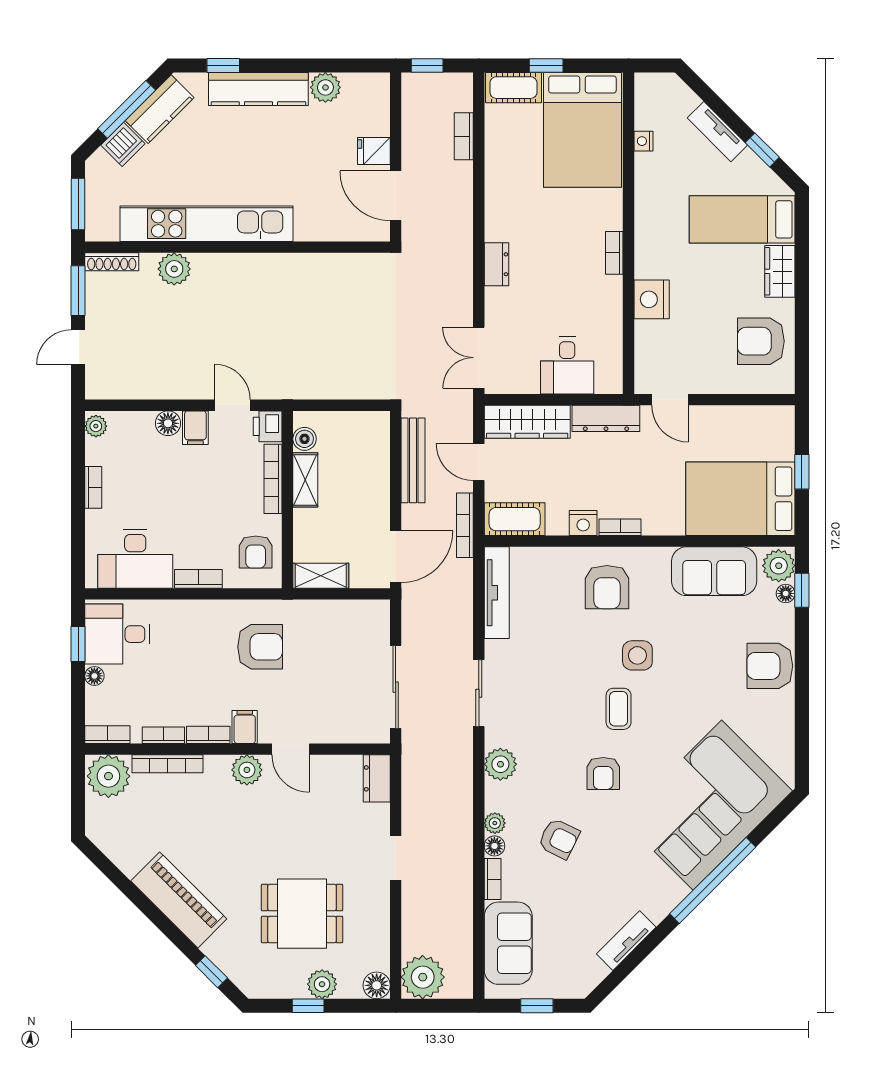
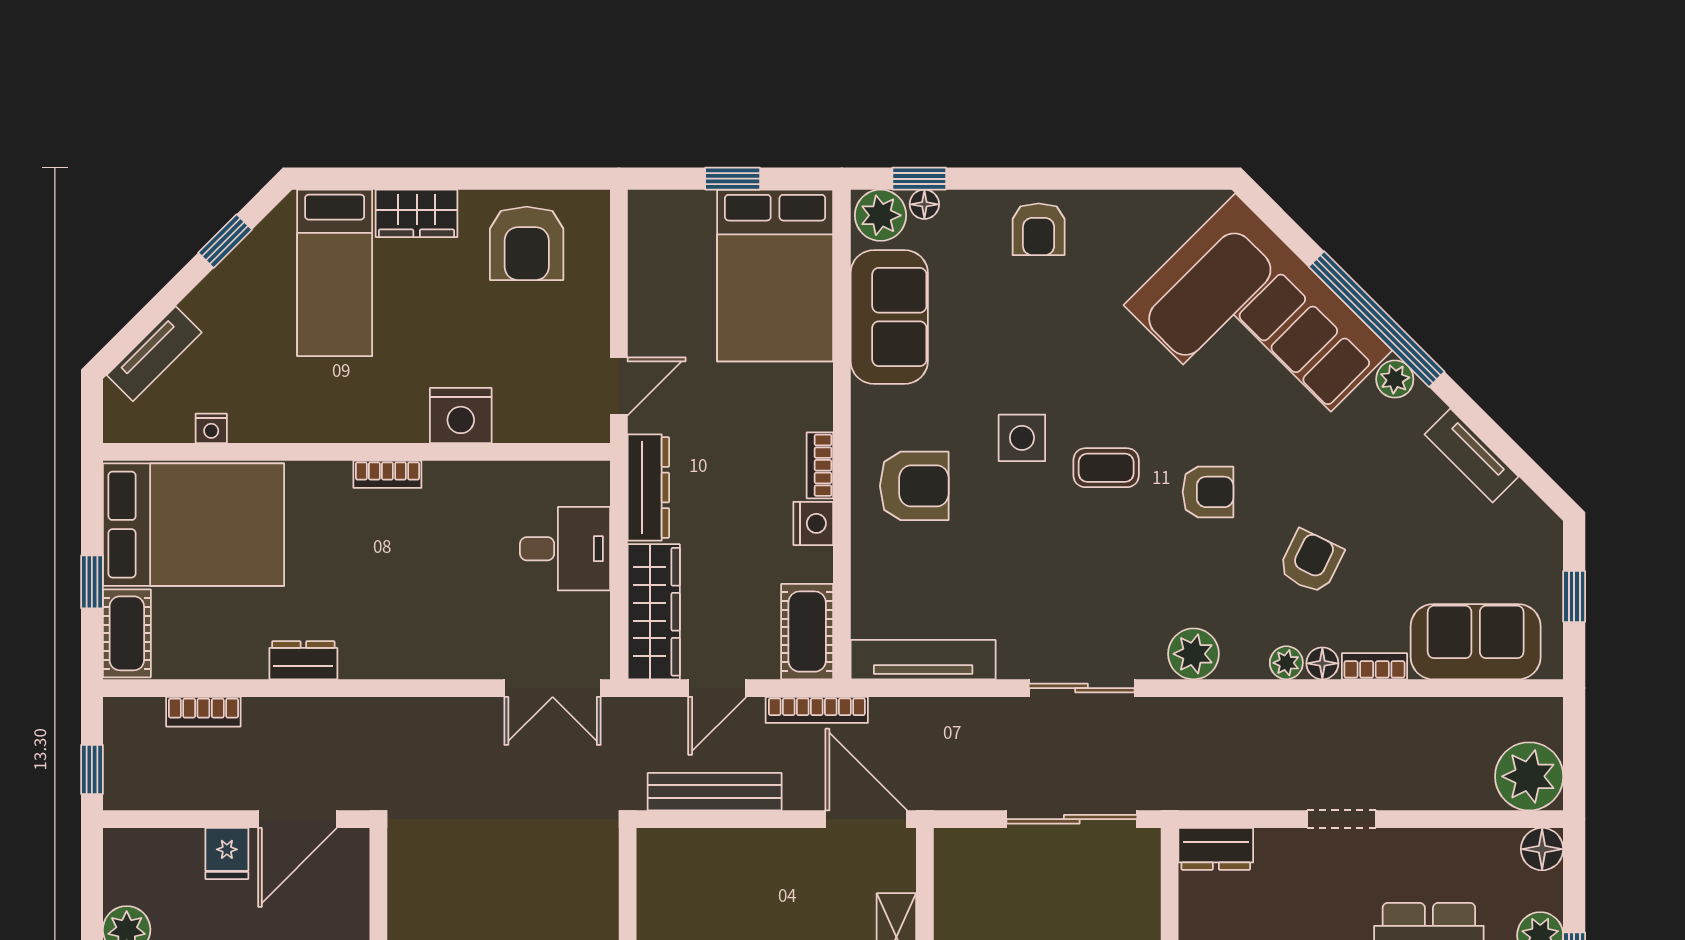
tv unit: (717, 132) -> (154, 354), moved
dresser: (496, 264) -> (303, 660), moved
armchair: (770, 666) -> (1039, 229), width x0.72, depth x0.72
plant: (675, 892) -> (1395, 379), added

